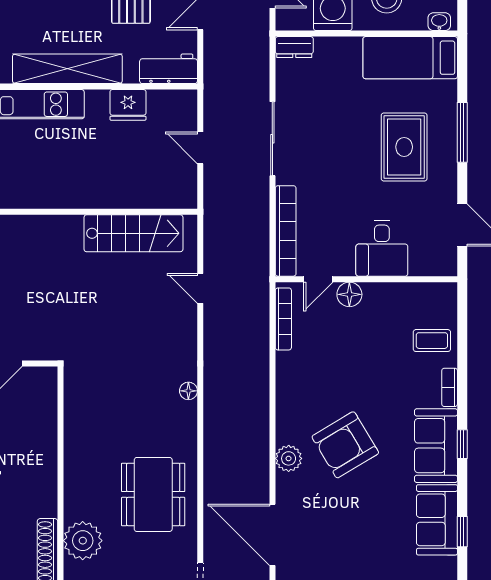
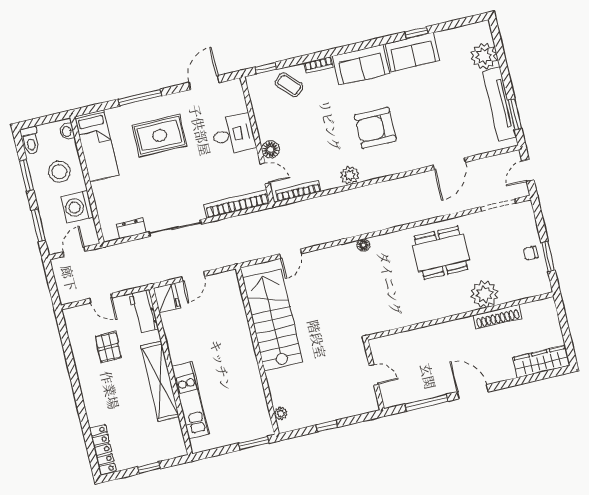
dresser: (294, 47) -> (131, 228), moved, turned -90
fridge: (128, 105) -> (167, 298), moved
stairs: (133, 233) -> (273, 320), width x1.36, depth x1.51
coffee table: (432, 341) -> (289, 85), turned -44
window: (462, 444) -> (266, 68), moved
armchair: (345, 445) -> (375, 128), turned 121
plant: (289, 458) -> (350, 175), moved
door: (272, 535) -> (449, 164), width x0.73

